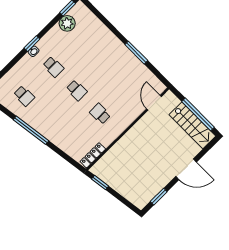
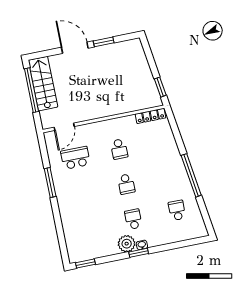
plant: (67, 23) -> (127, 244), moved
school desk: (129, 85) -> (75, 158), added
school desk: (77, 90) -> (126, 184), turned 180
window: (159, 197) -> (104, 42), moved

